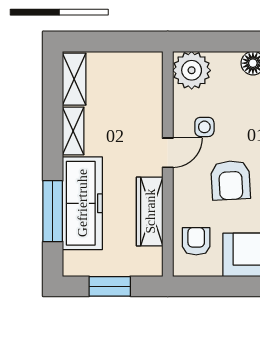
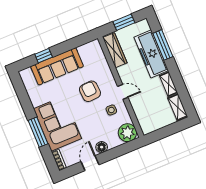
door: (168, 153) -> (123, 92), swing flipped
wardrobe: (150, 211) -> (115, 50), moved
armchair: (196, 241) -> (94, 58), removed

